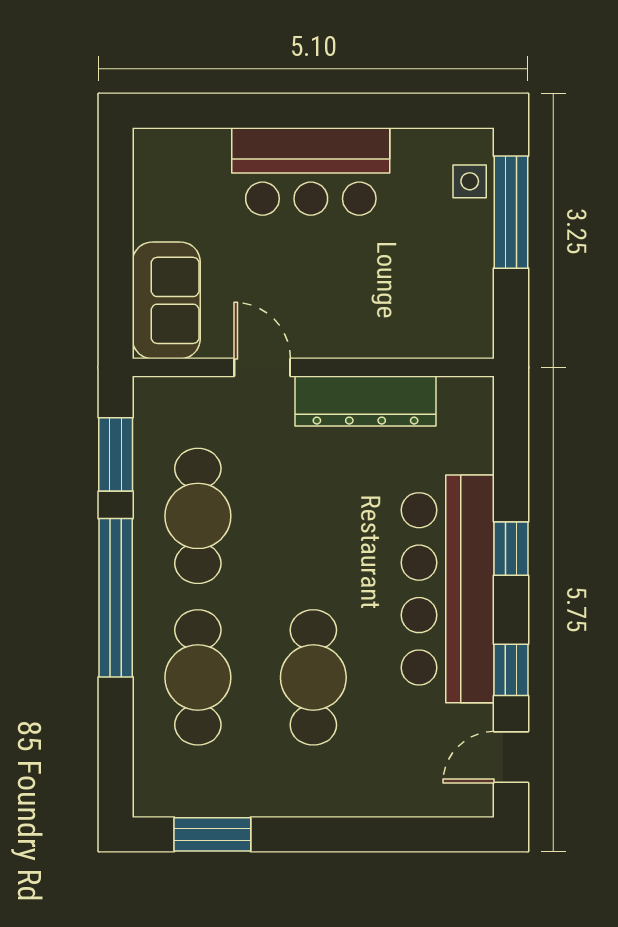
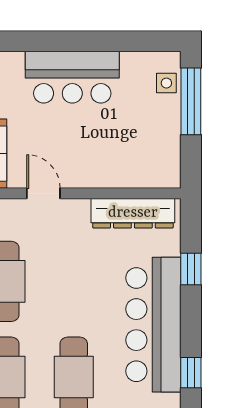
dresser: (366, 401) -> (133, 213), moved
window: (511, 549) -> (191, 269), moved

